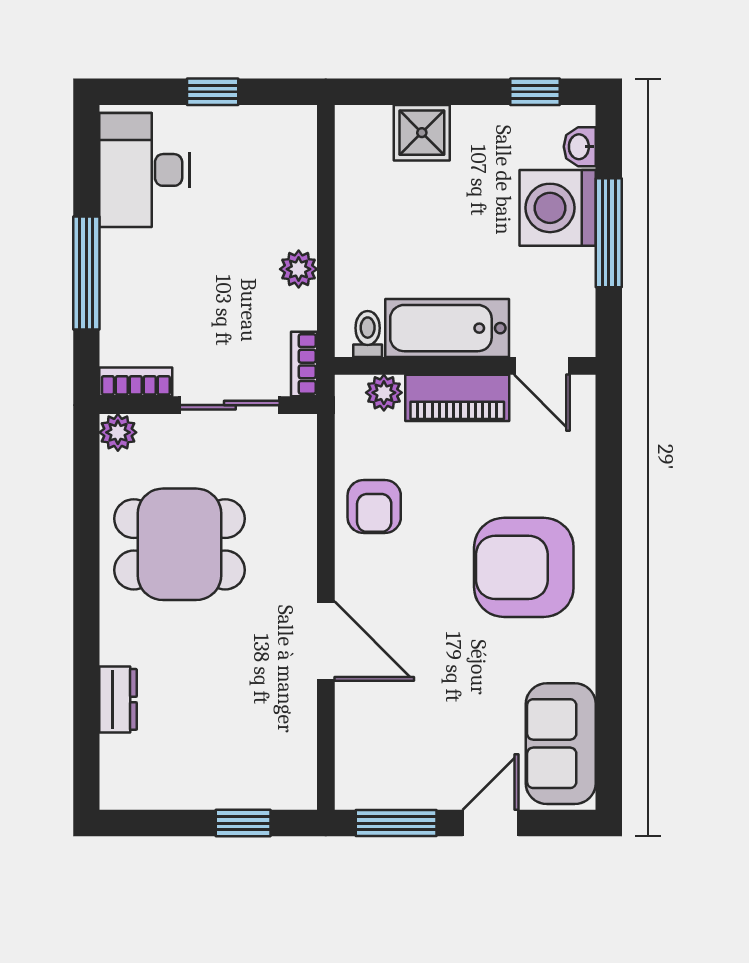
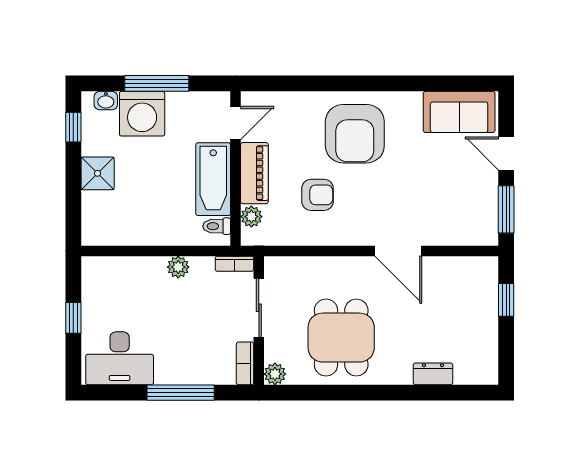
shower: (422, 133) -> (98, 173), moved
armchair: (374, 507) -> (318, 195), moved
door: (326, 641) -> (398, 251), swing flipped

